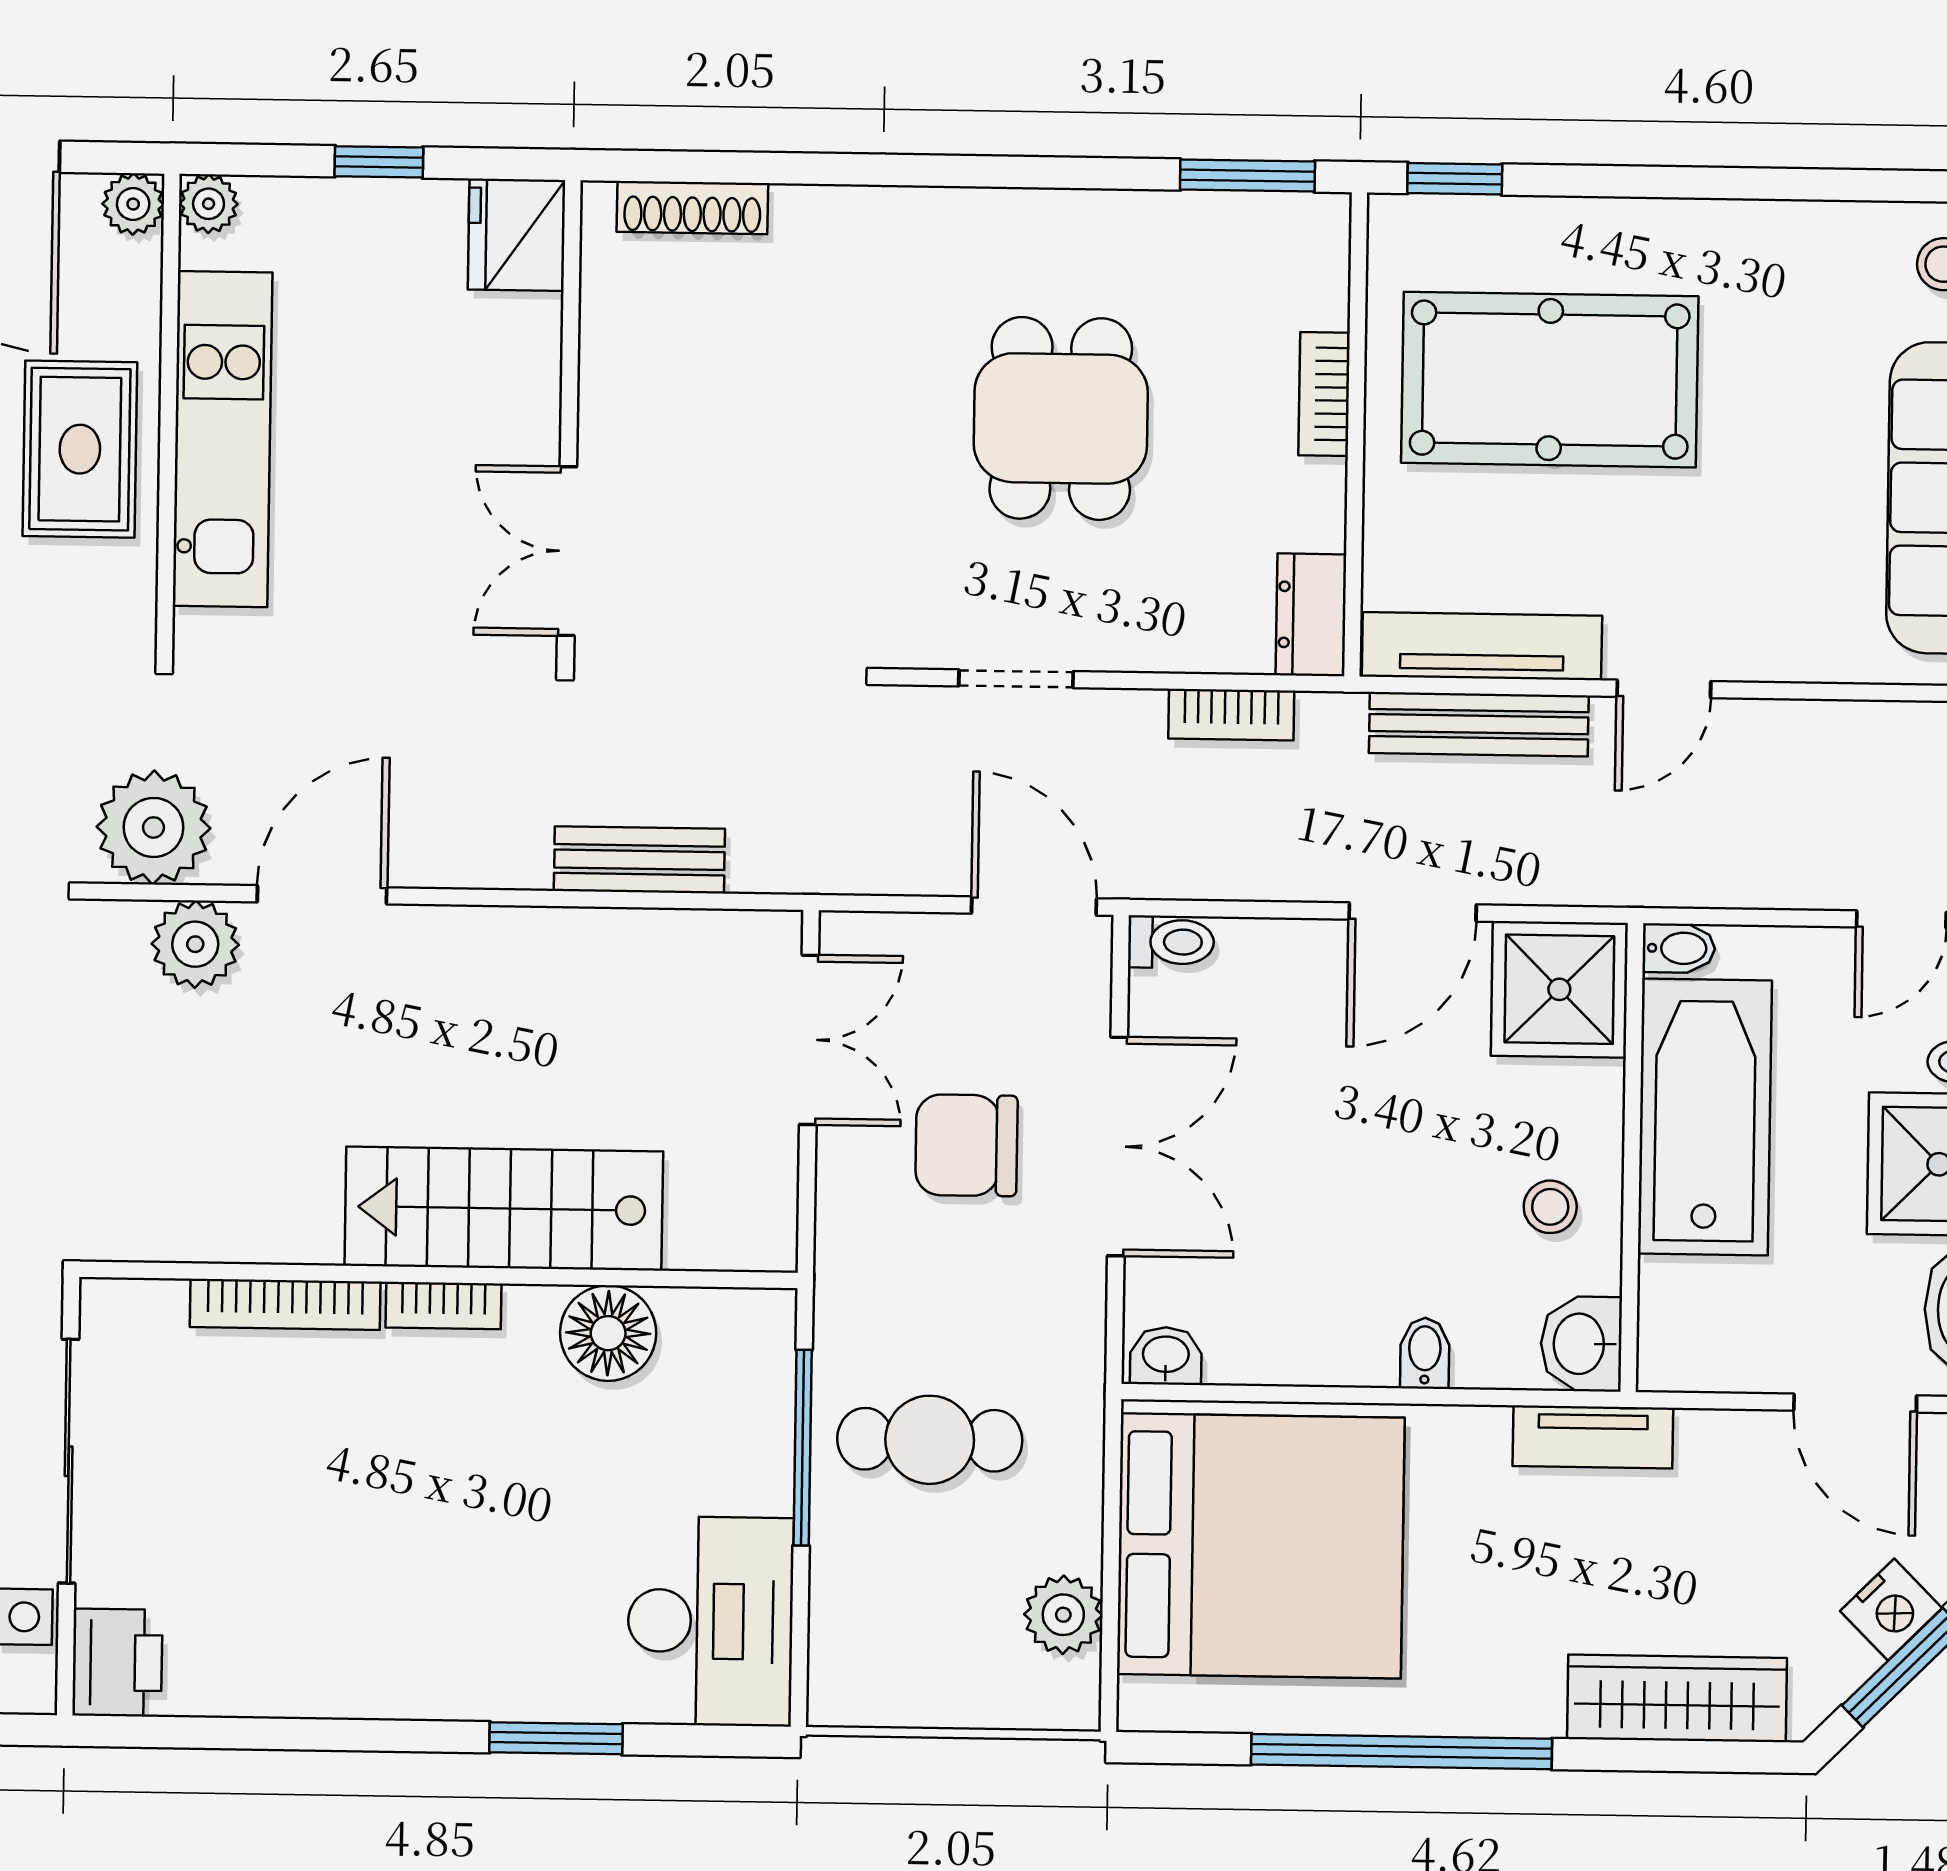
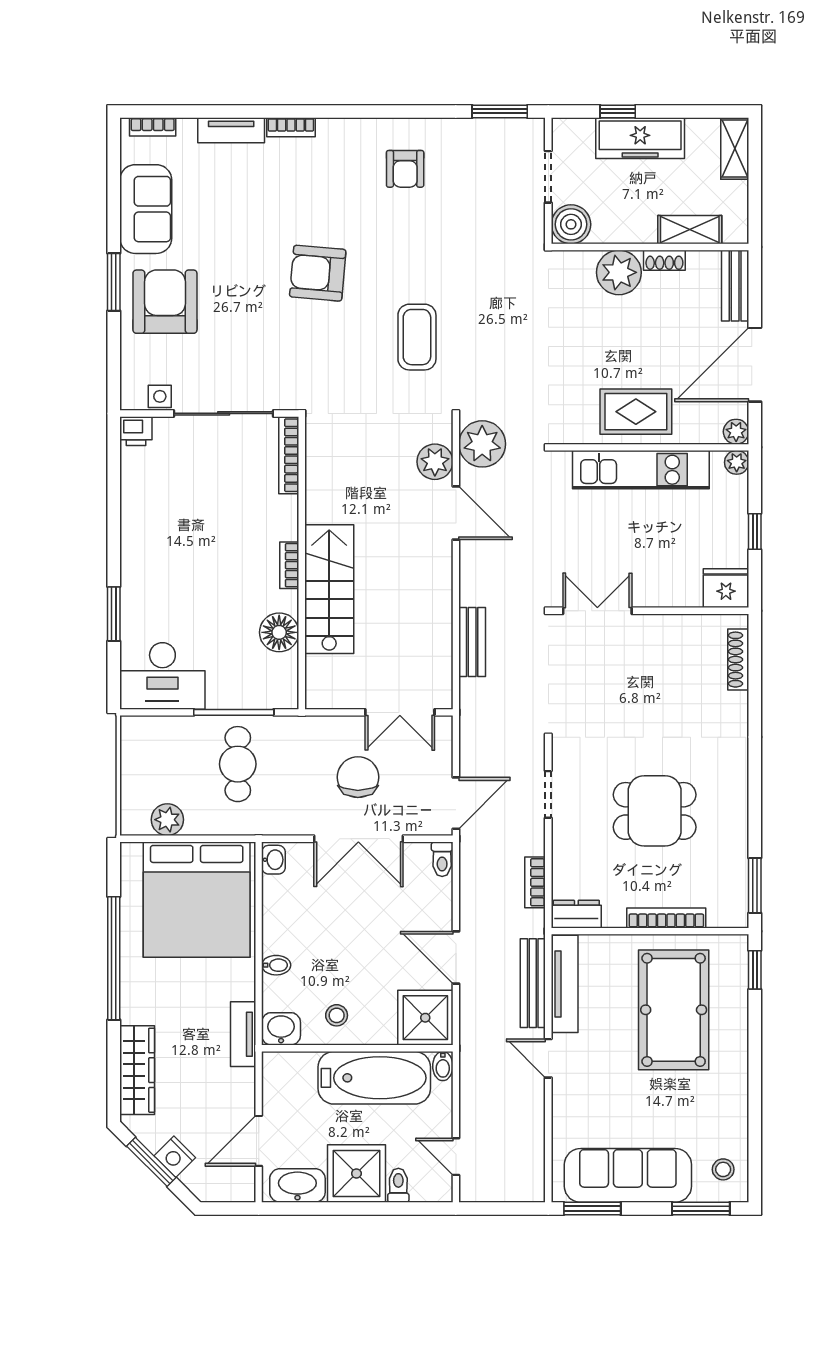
bookcase: (1324, 394) -> (666, 918), width x1.56
bookcase: (285, 1304) -> (289, 455), moved
printer: (117, 1663) -> (136, 431), width x0.73, depth x0.81

